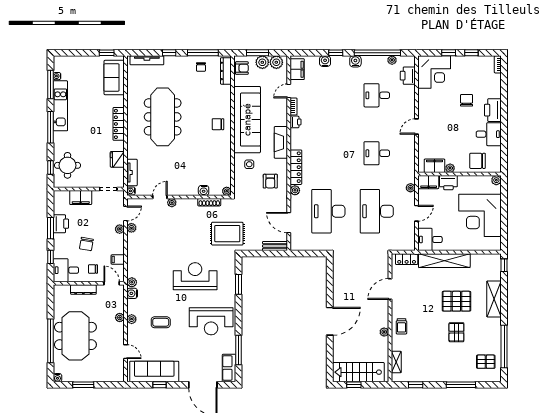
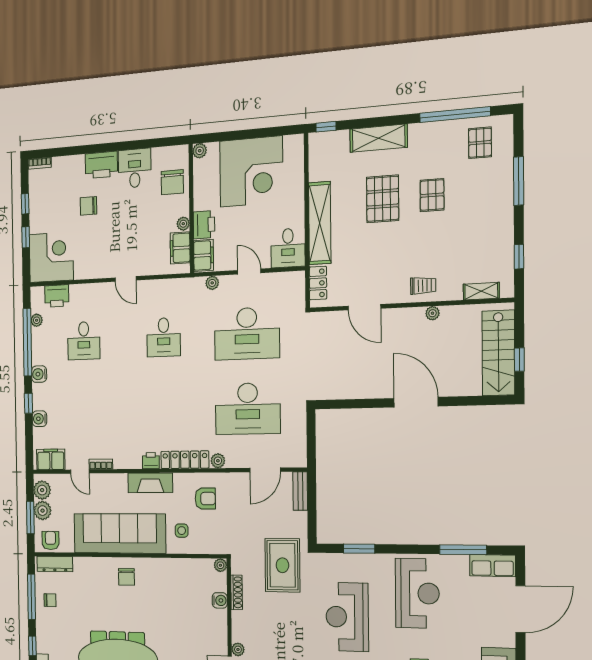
printer: (296, 122) -> (151, 461), moved
pallet: (456, 332) -> (432, 195), turned 90

